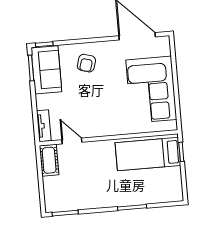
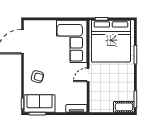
corner sofa: (151, 90) -> (72, 41), moved, turned 90
door: (72, 141) -> (88, 75), moved
bed: (148, 154) -> (111, 41), width x2.04
cot: (49, 160) -> (124, 107), moved

